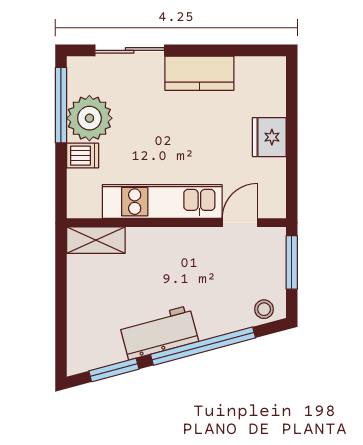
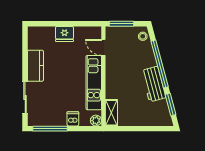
plant: (89, 118) -> (96, 121), moved, width x0.53, depth x0.53

